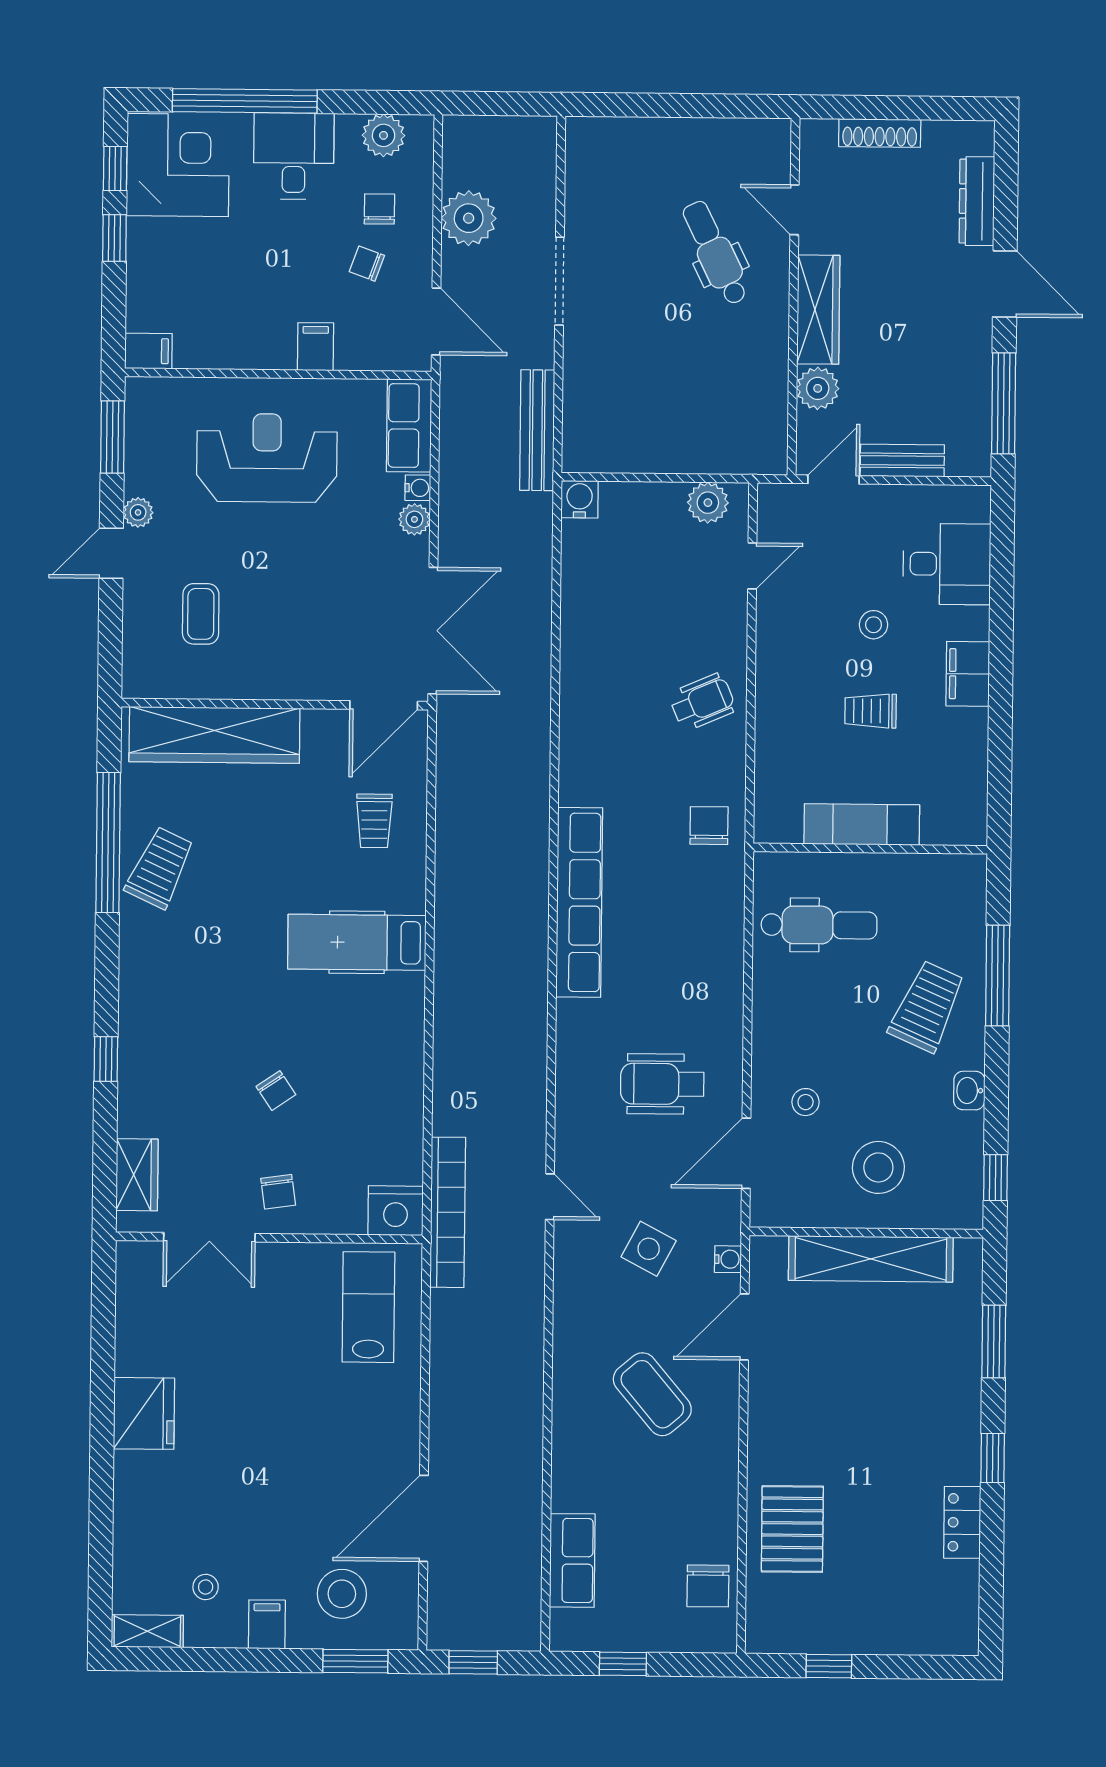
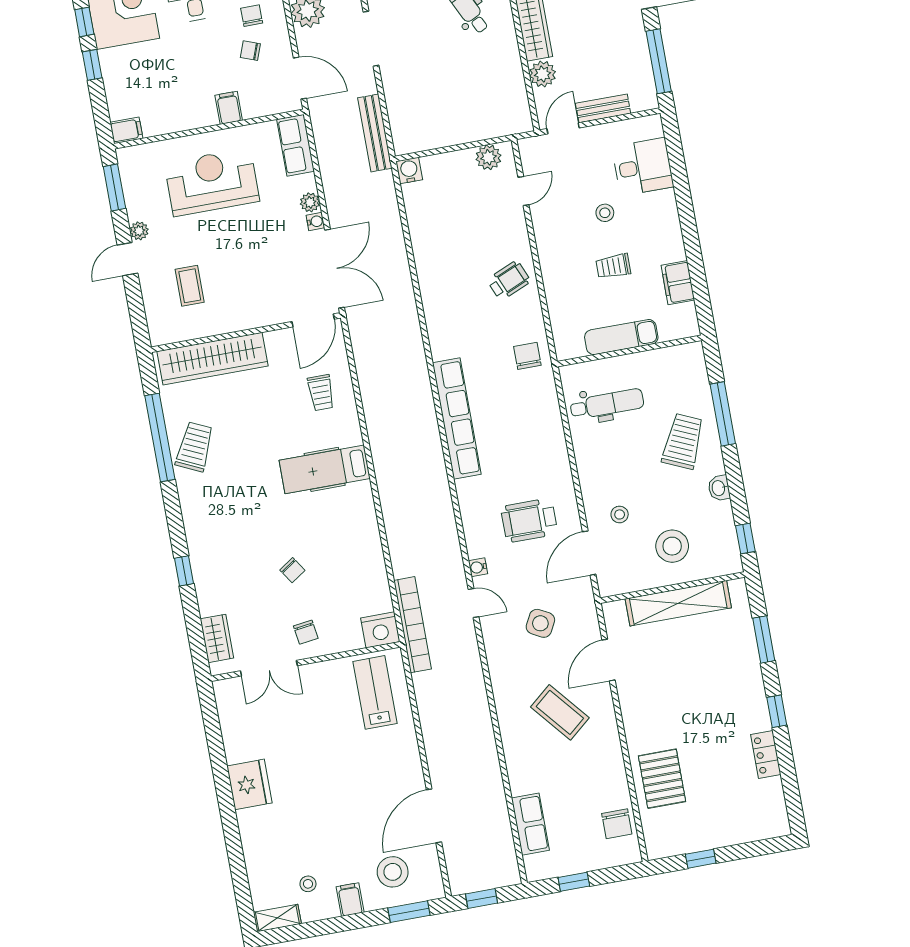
water cooler: (418, 488) -> (315, 222), moved
filing cabinet: (968, 674) -> (678, 283), moved
water cooler: (728, 1259) -> (478, 567), moved, turned 180

